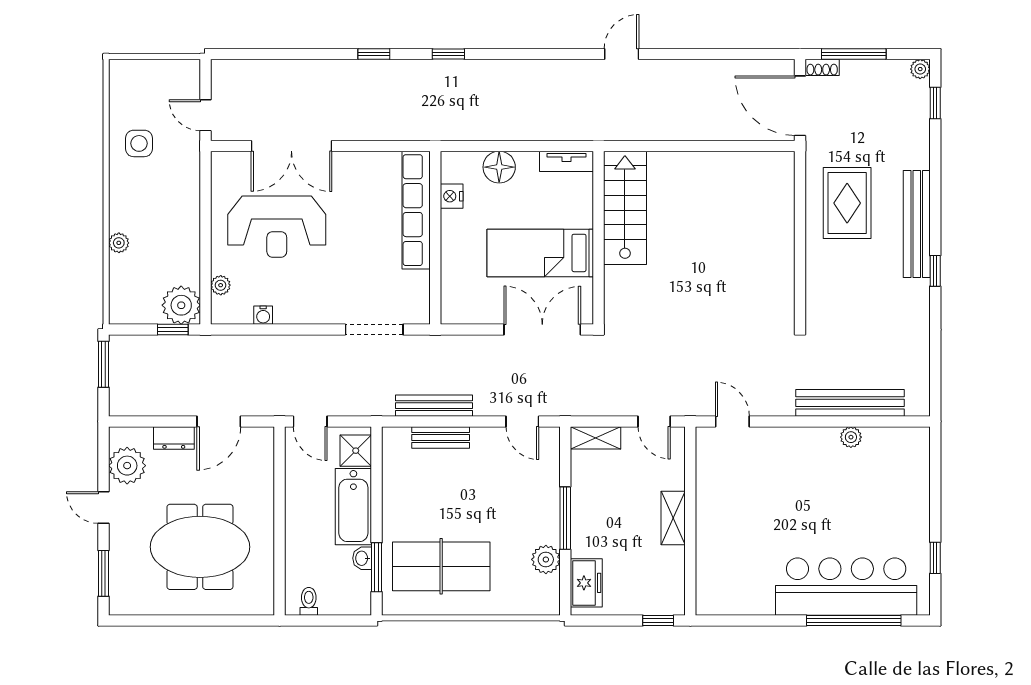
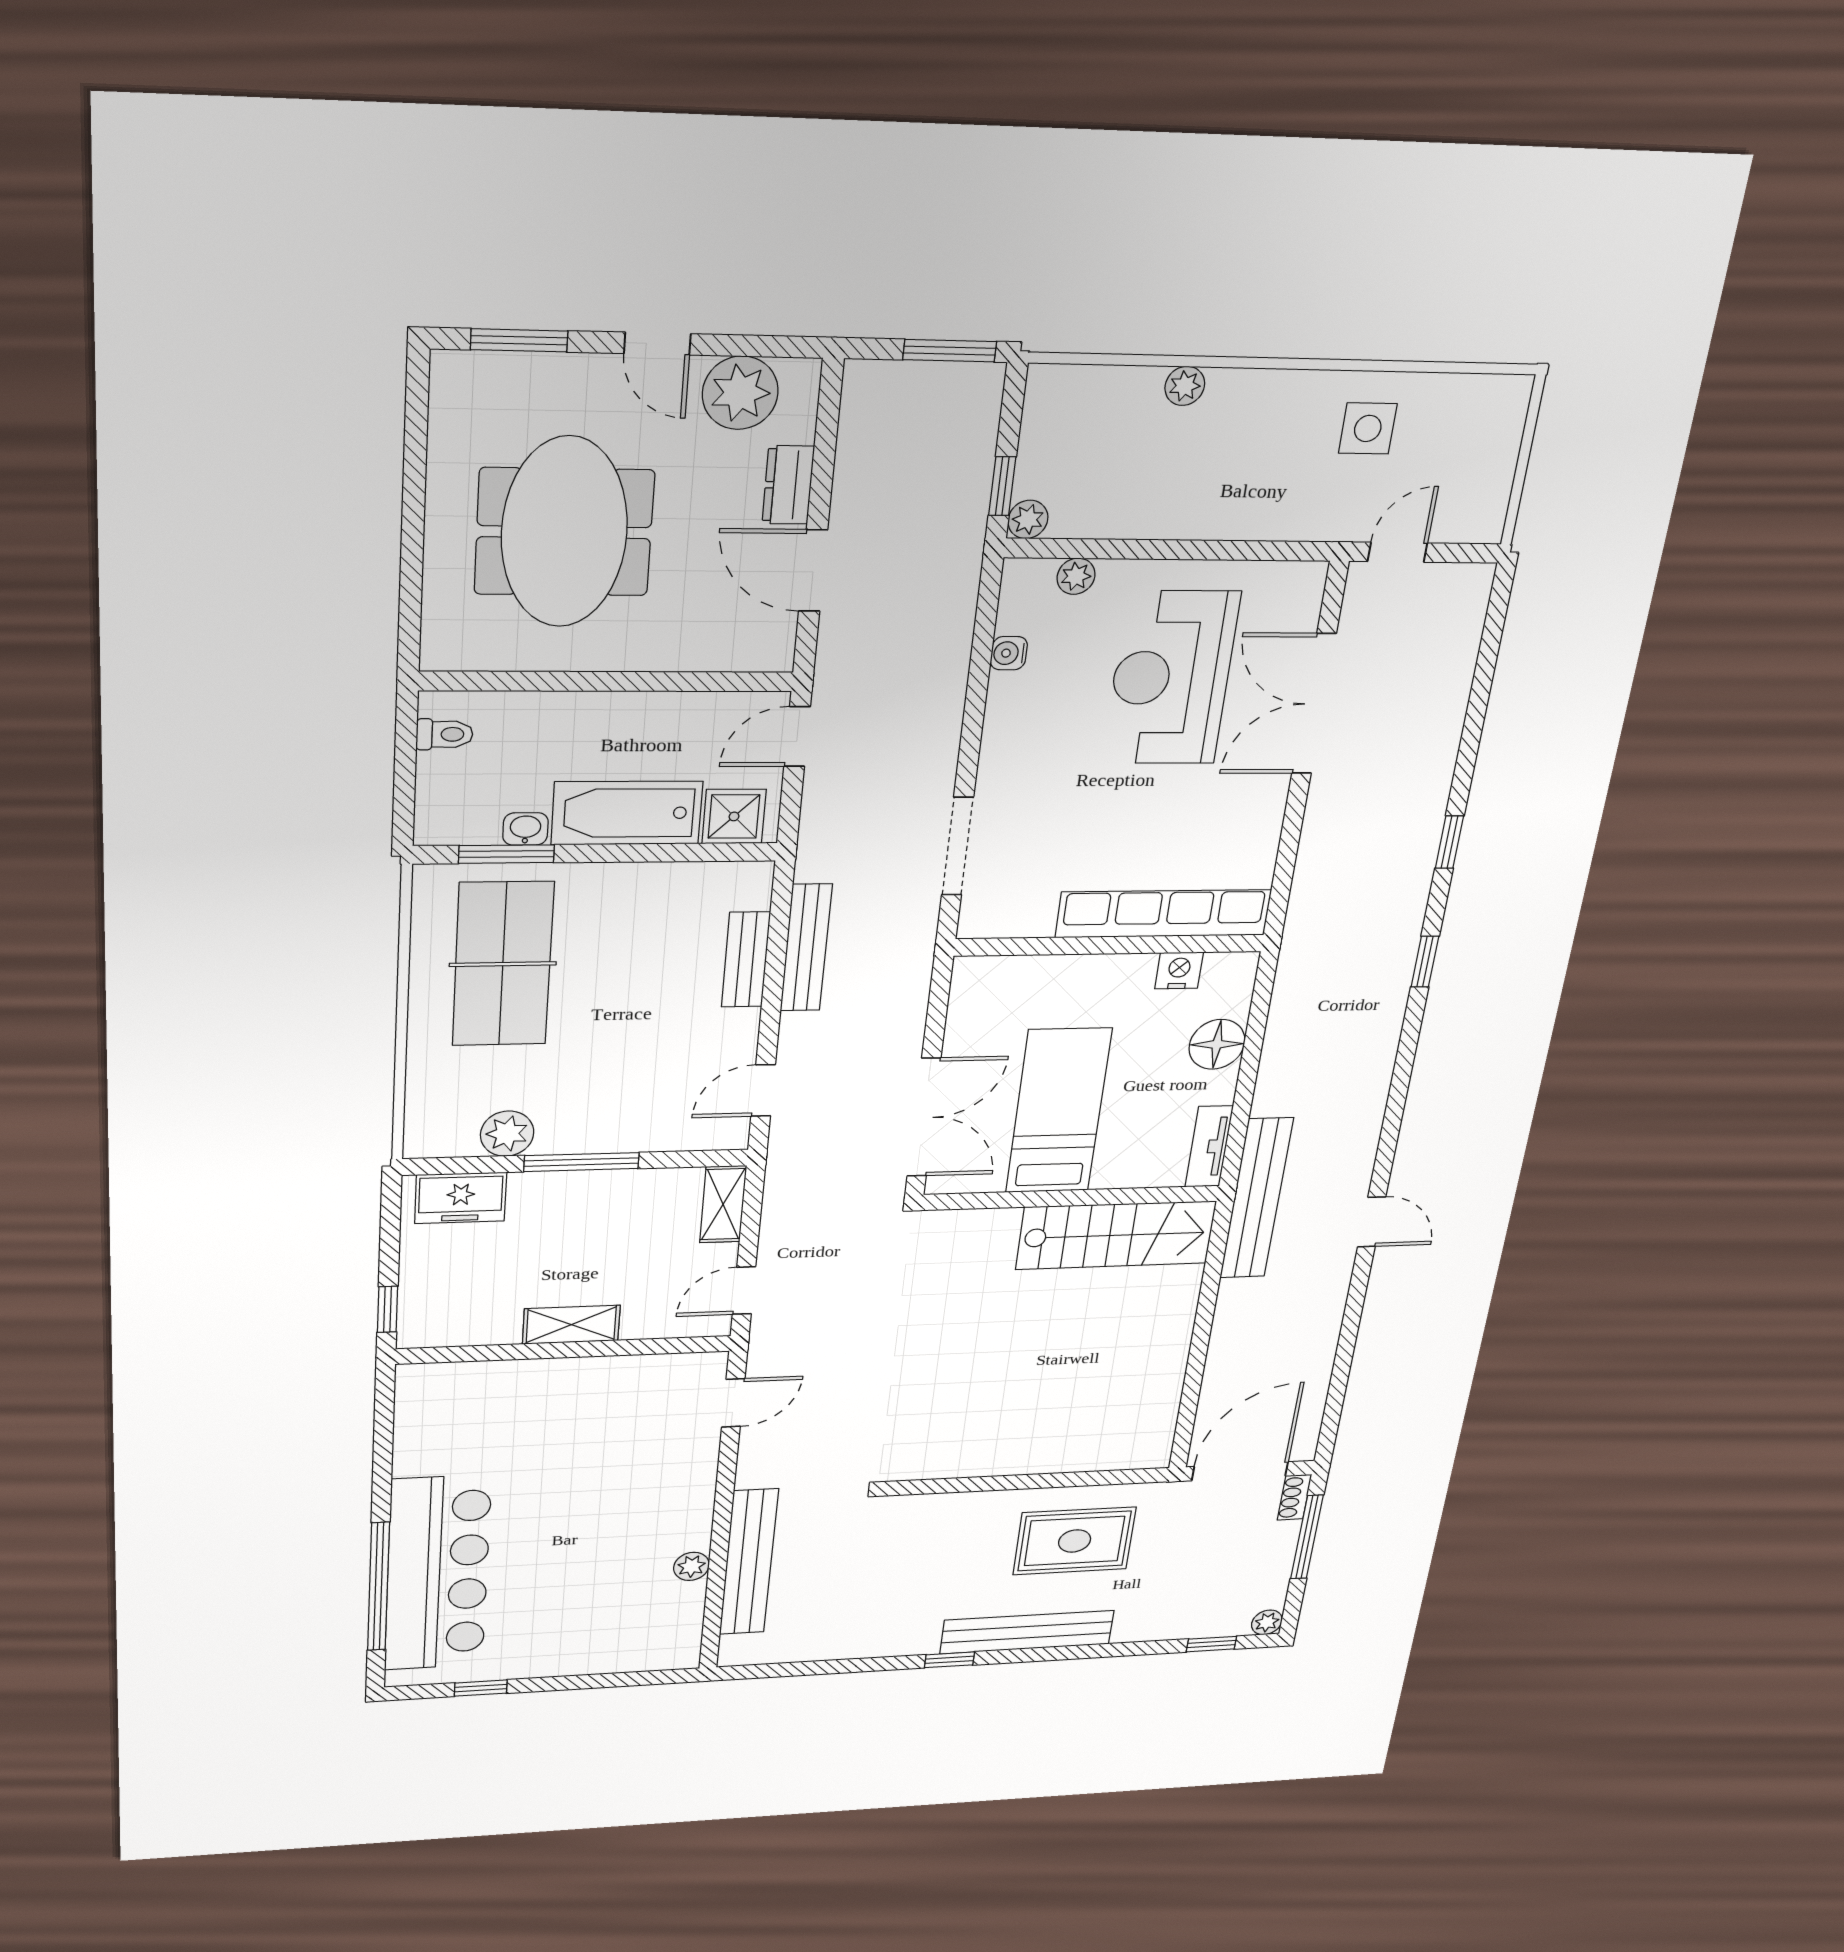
bench: (603, 127) -> (1256, 1198), added
plant: (181, 305) -> (1028, 519), width x0.53, depth x0.53
door: (104, 507) -> (657, 344), swing flipped

